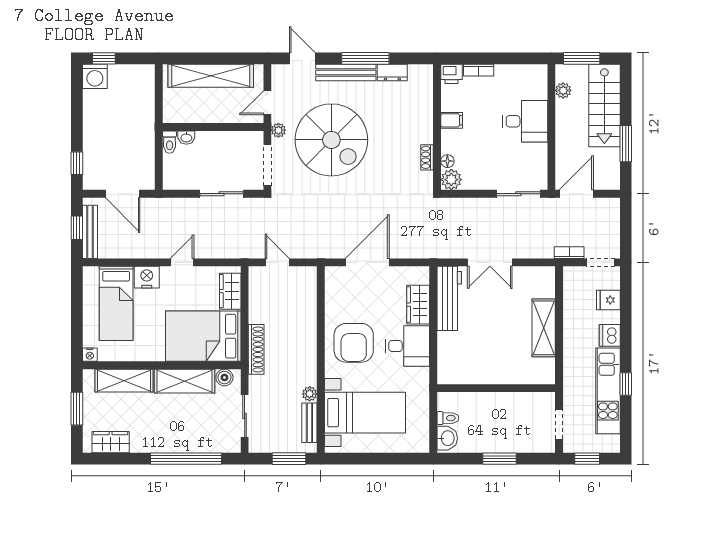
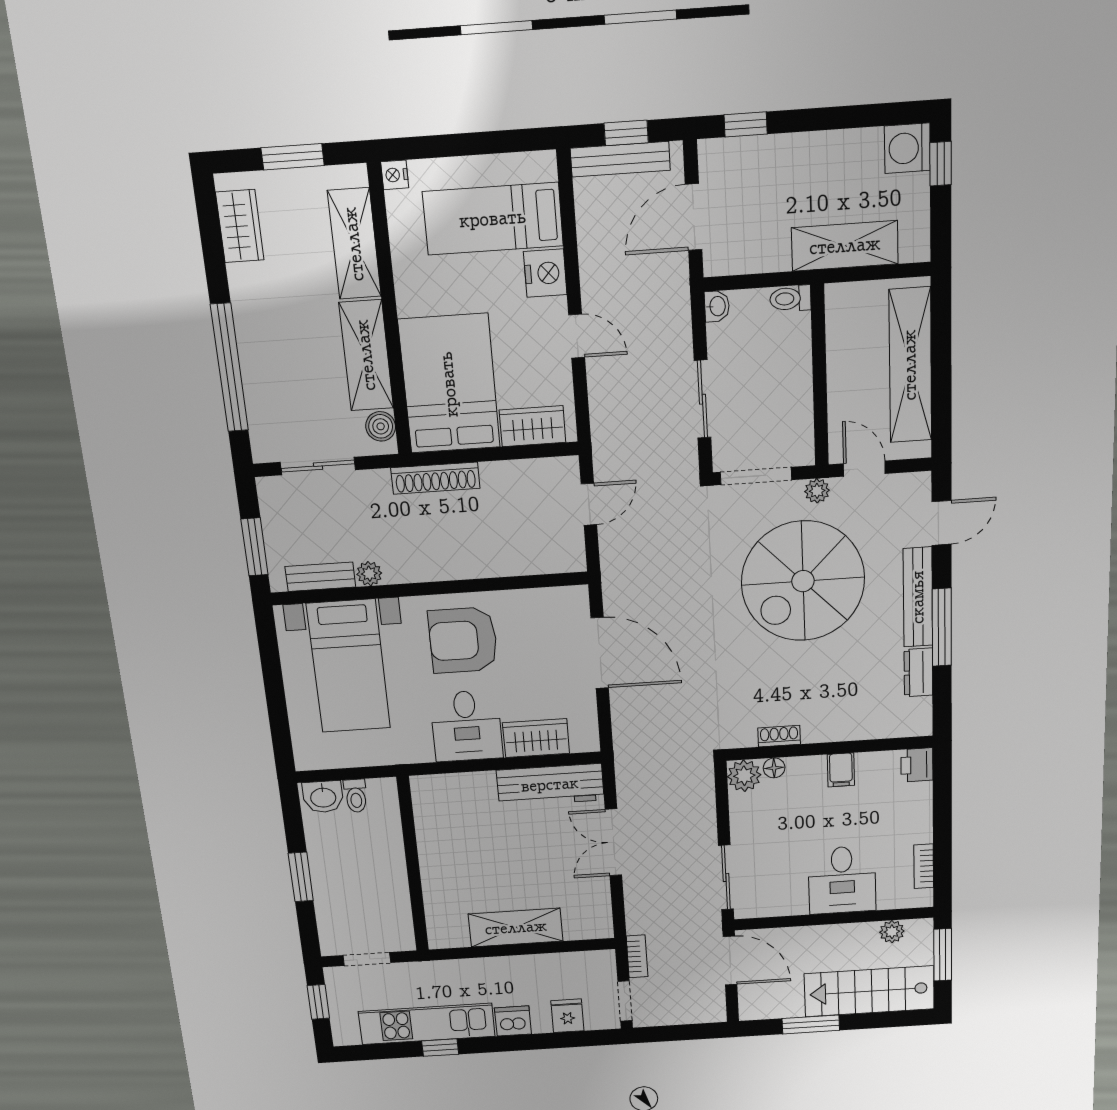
bookcase: (479, 70) -> (924, 866), moved
shelving: (143, 111) -> (845, 246), added
washbasin: (186, 138) -> (717, 306), moved, turned 180

